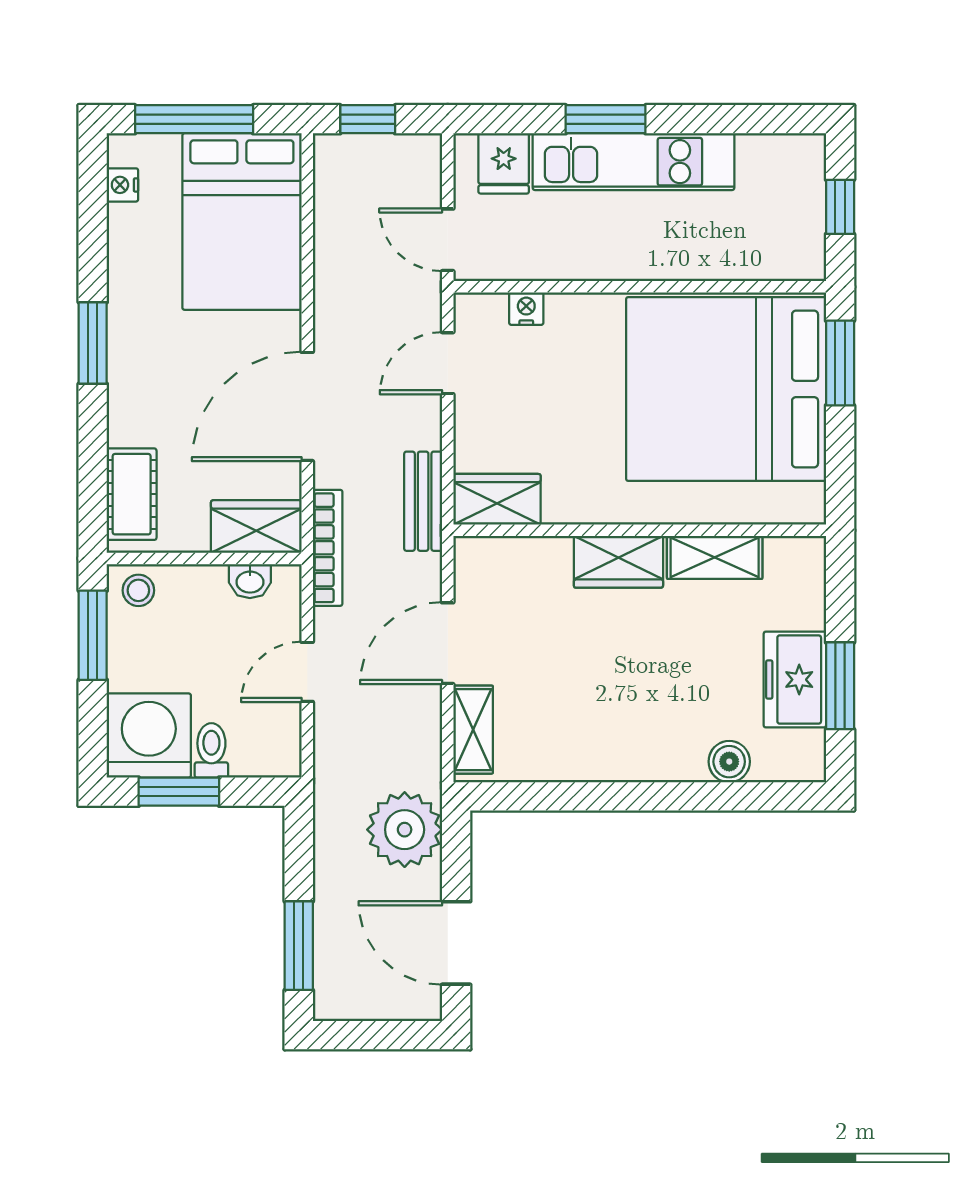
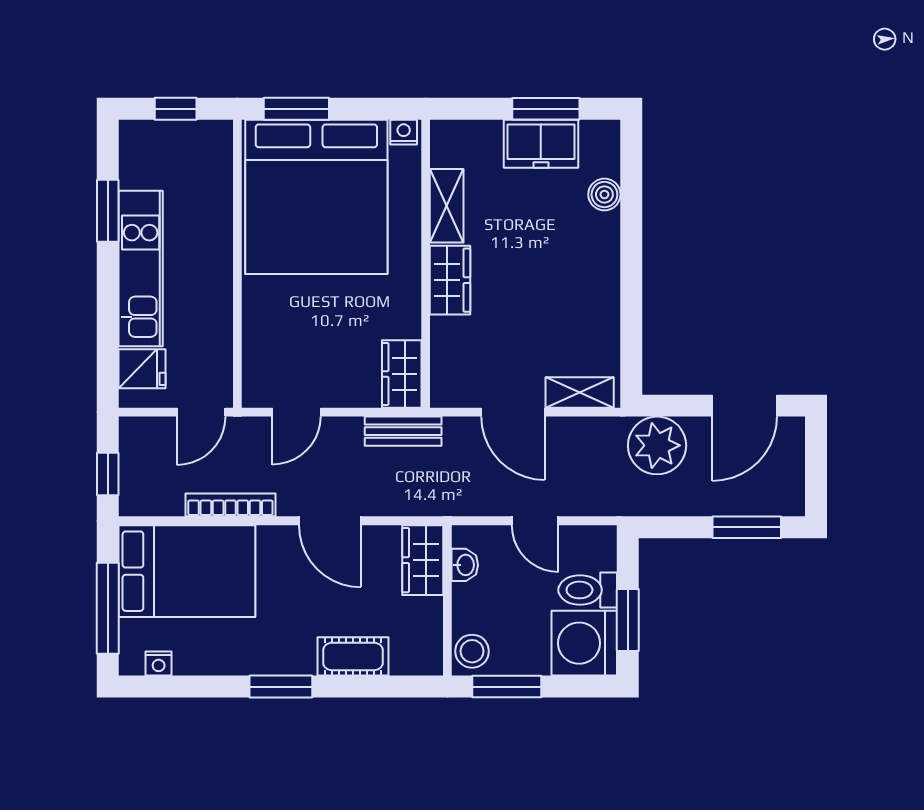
window: (606, 119) -> (108, 211), moved
nightstand: (526, 309) -> (404, 132), moved, turned 90
door: (448, 363) -> (296, 412), hinge flipped
door: (307, 406) -> (330, 521), width x0.73
cot: (132, 494) -> (353, 656), moved
bookcase: (328, 548) -> (230, 505), moved
stool: (138, 590) -> (472, 651), width x1.37, depth x1.37
toilet: (211, 750) -> (588, 590), width x1.37, depth x1.39

